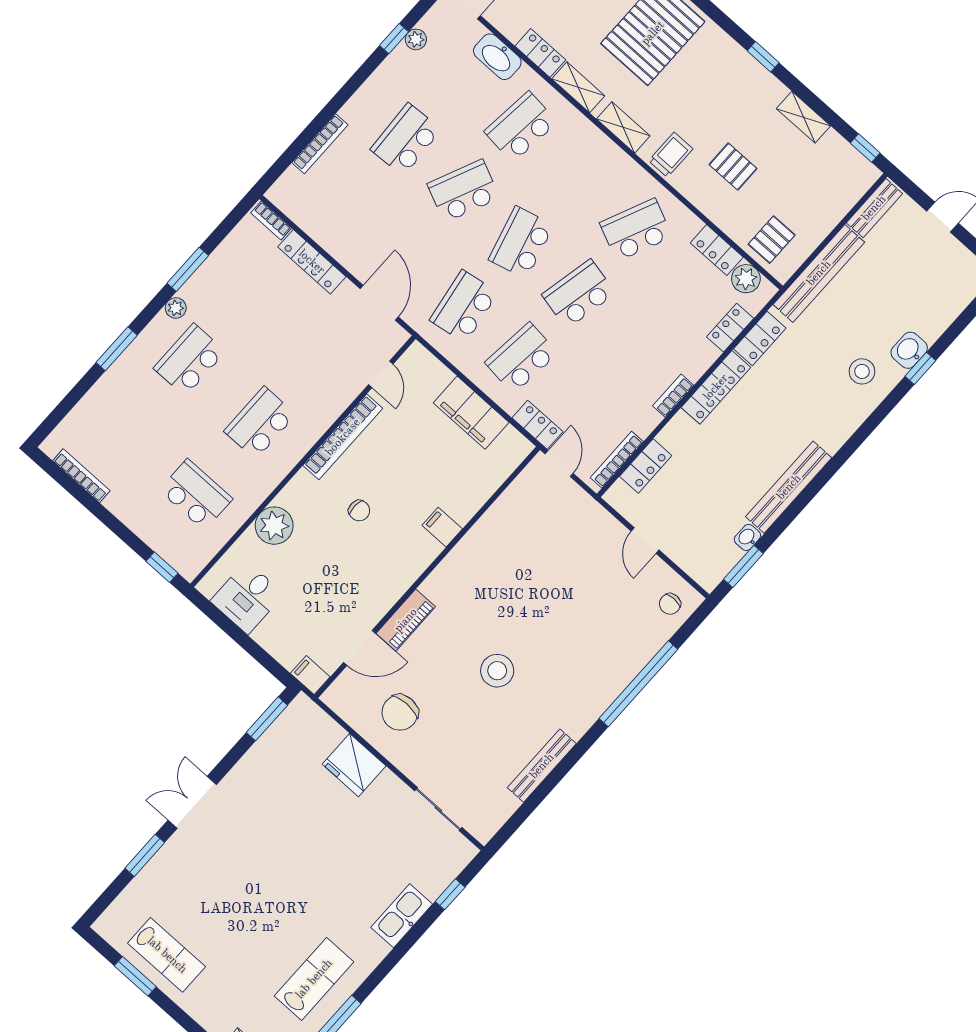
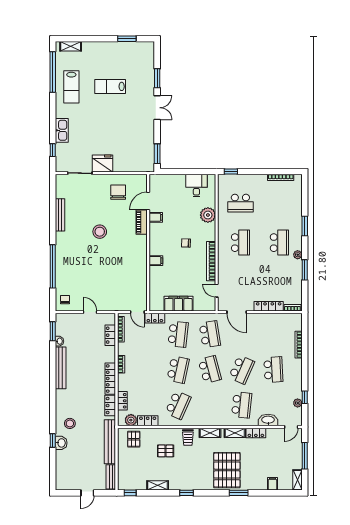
filing cabinet: (310, 675) -> (156, 217), moved
fridge: (354, 765) -> (103, 163), moved
lab bench: (167, 955) -> (110, 86), moved

